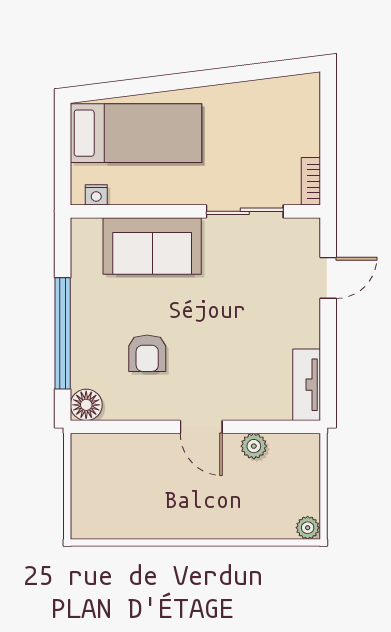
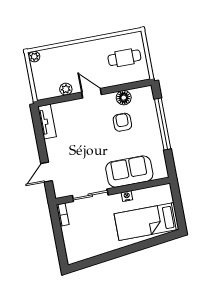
nightstand: (96, 195) -> (127, 196), moved
floor lamp: (86, 405) -> (124, 98), moved
cafe table: (117, 489) -> (124, 58), added

